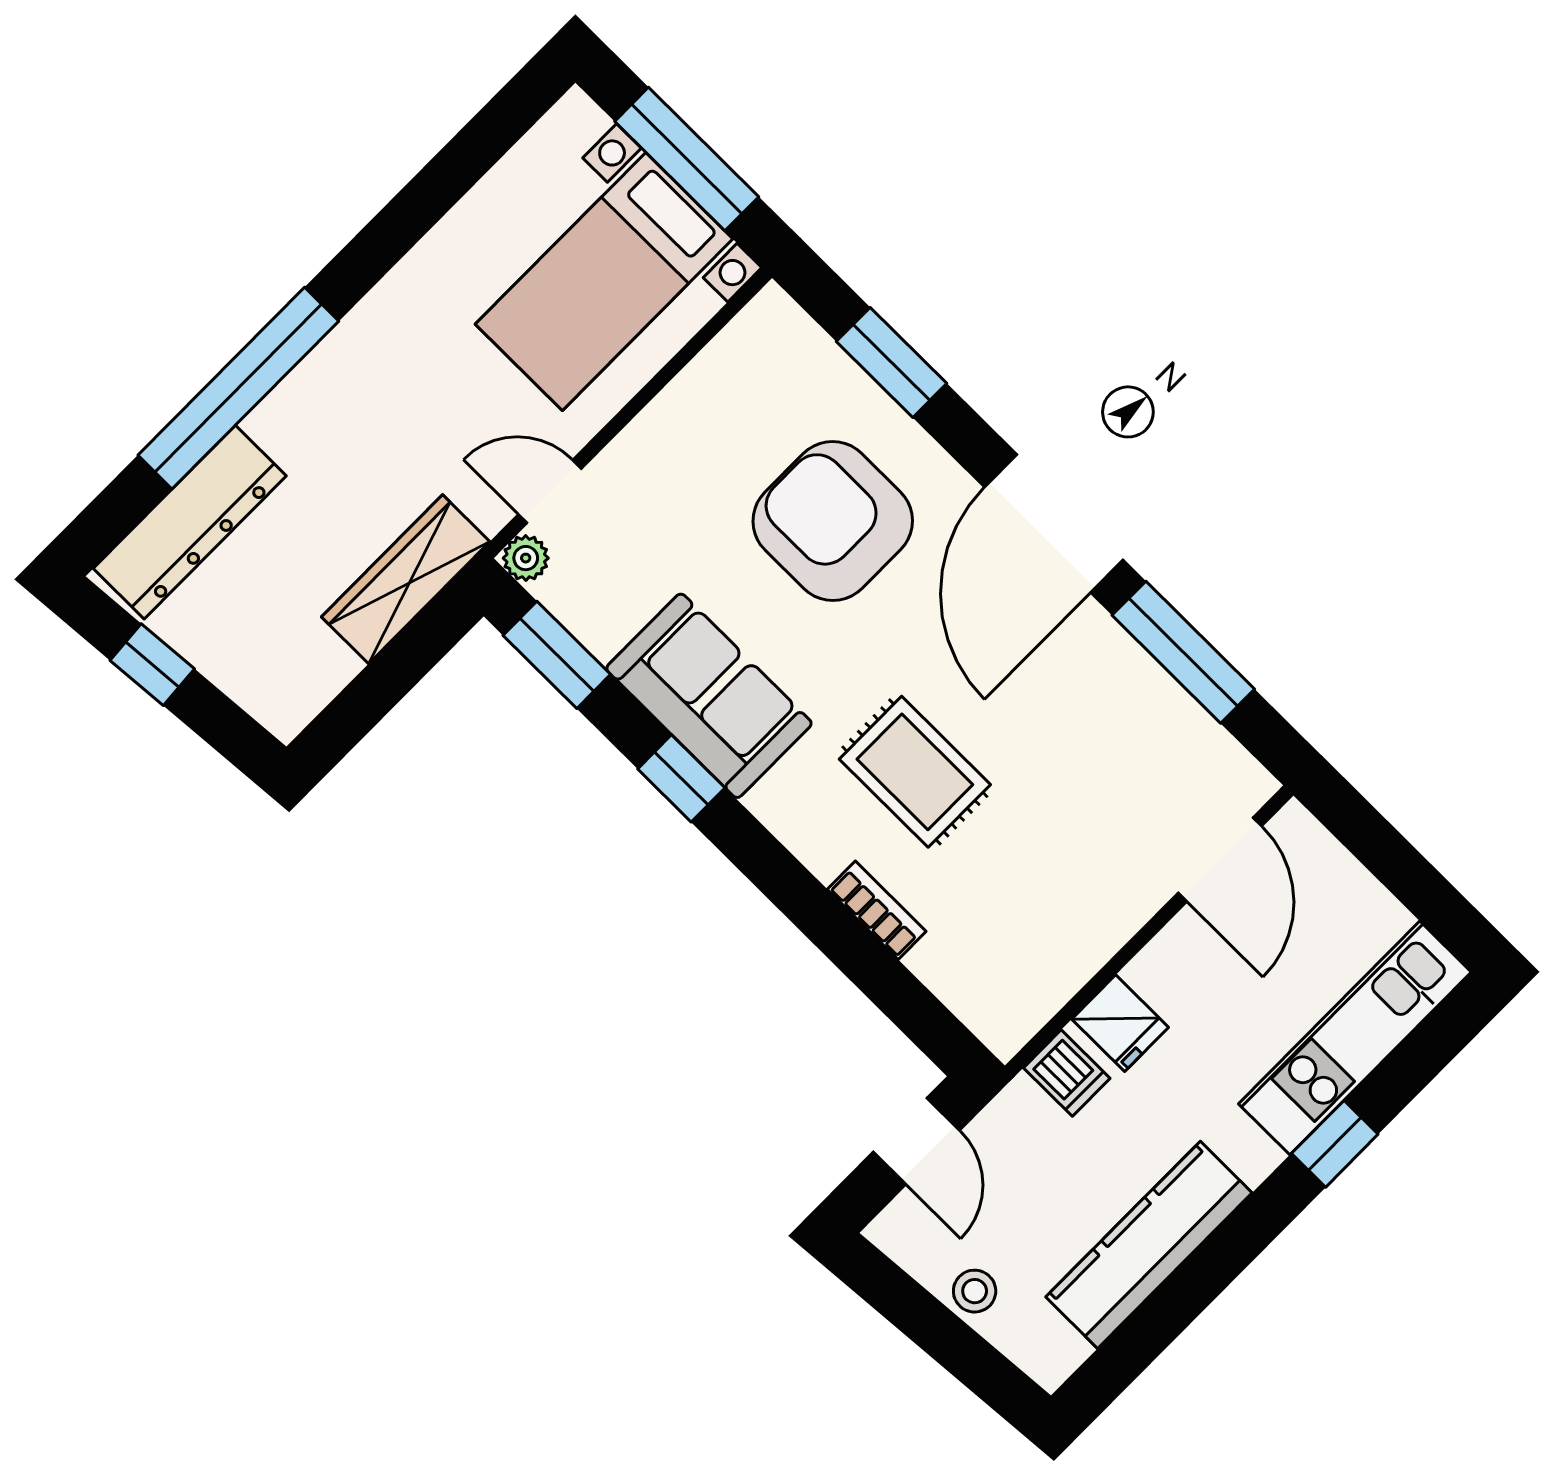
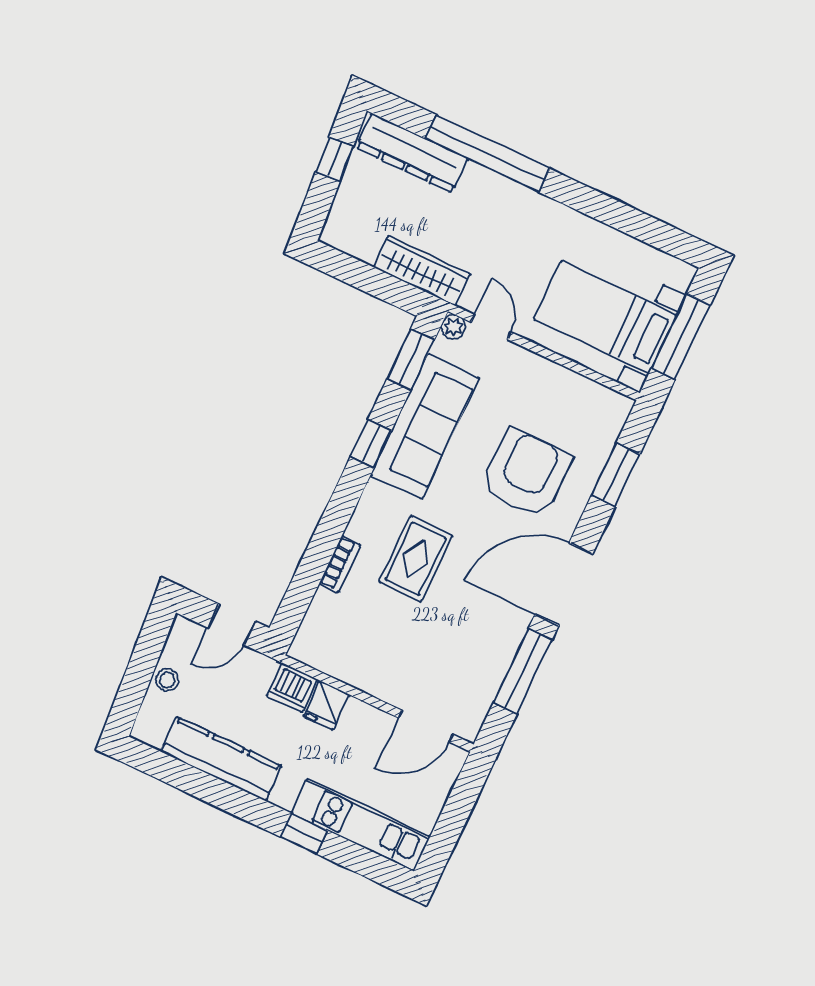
sofa: (709, 696) -> (425, 426), width x1.36
dishwasher: (1067, 1073) -> (292, 688), width x1.38

